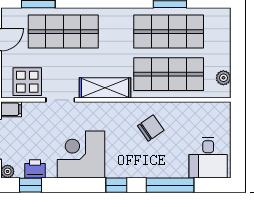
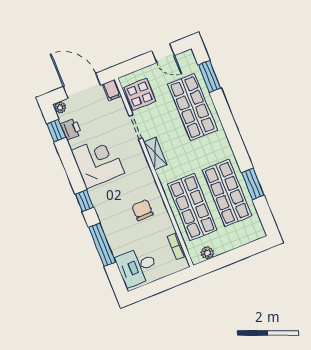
shelving: (105, 88) -> (155, 153), width x0.67, depth x0.75
bookcase: (203, 107) -> (177, 246), added
chair: (151, 128) -> (142, 210), turned -145

